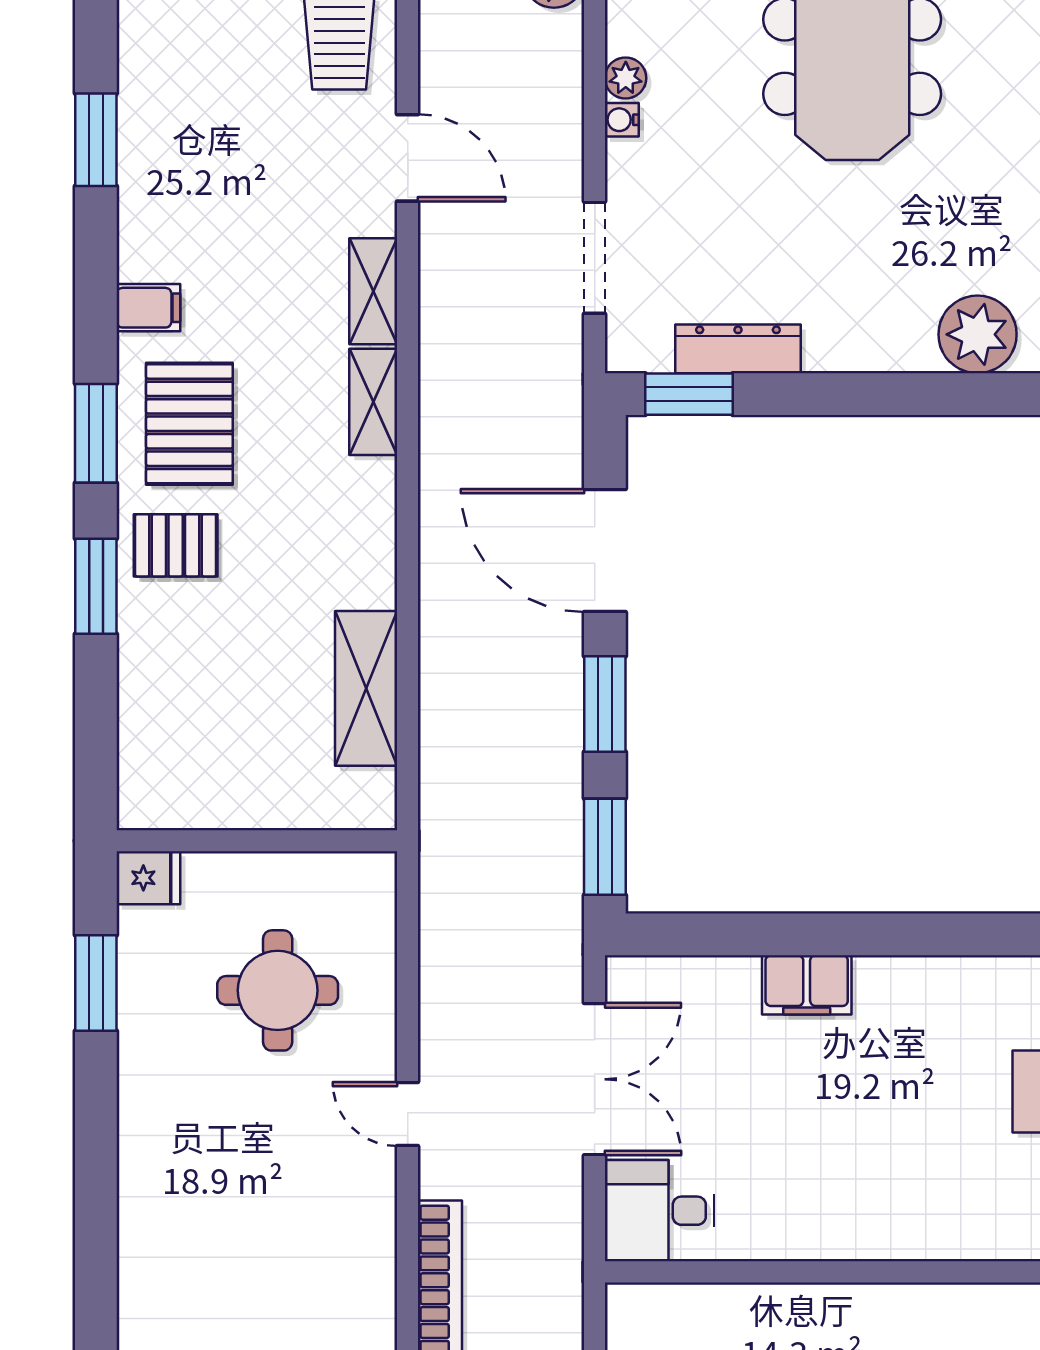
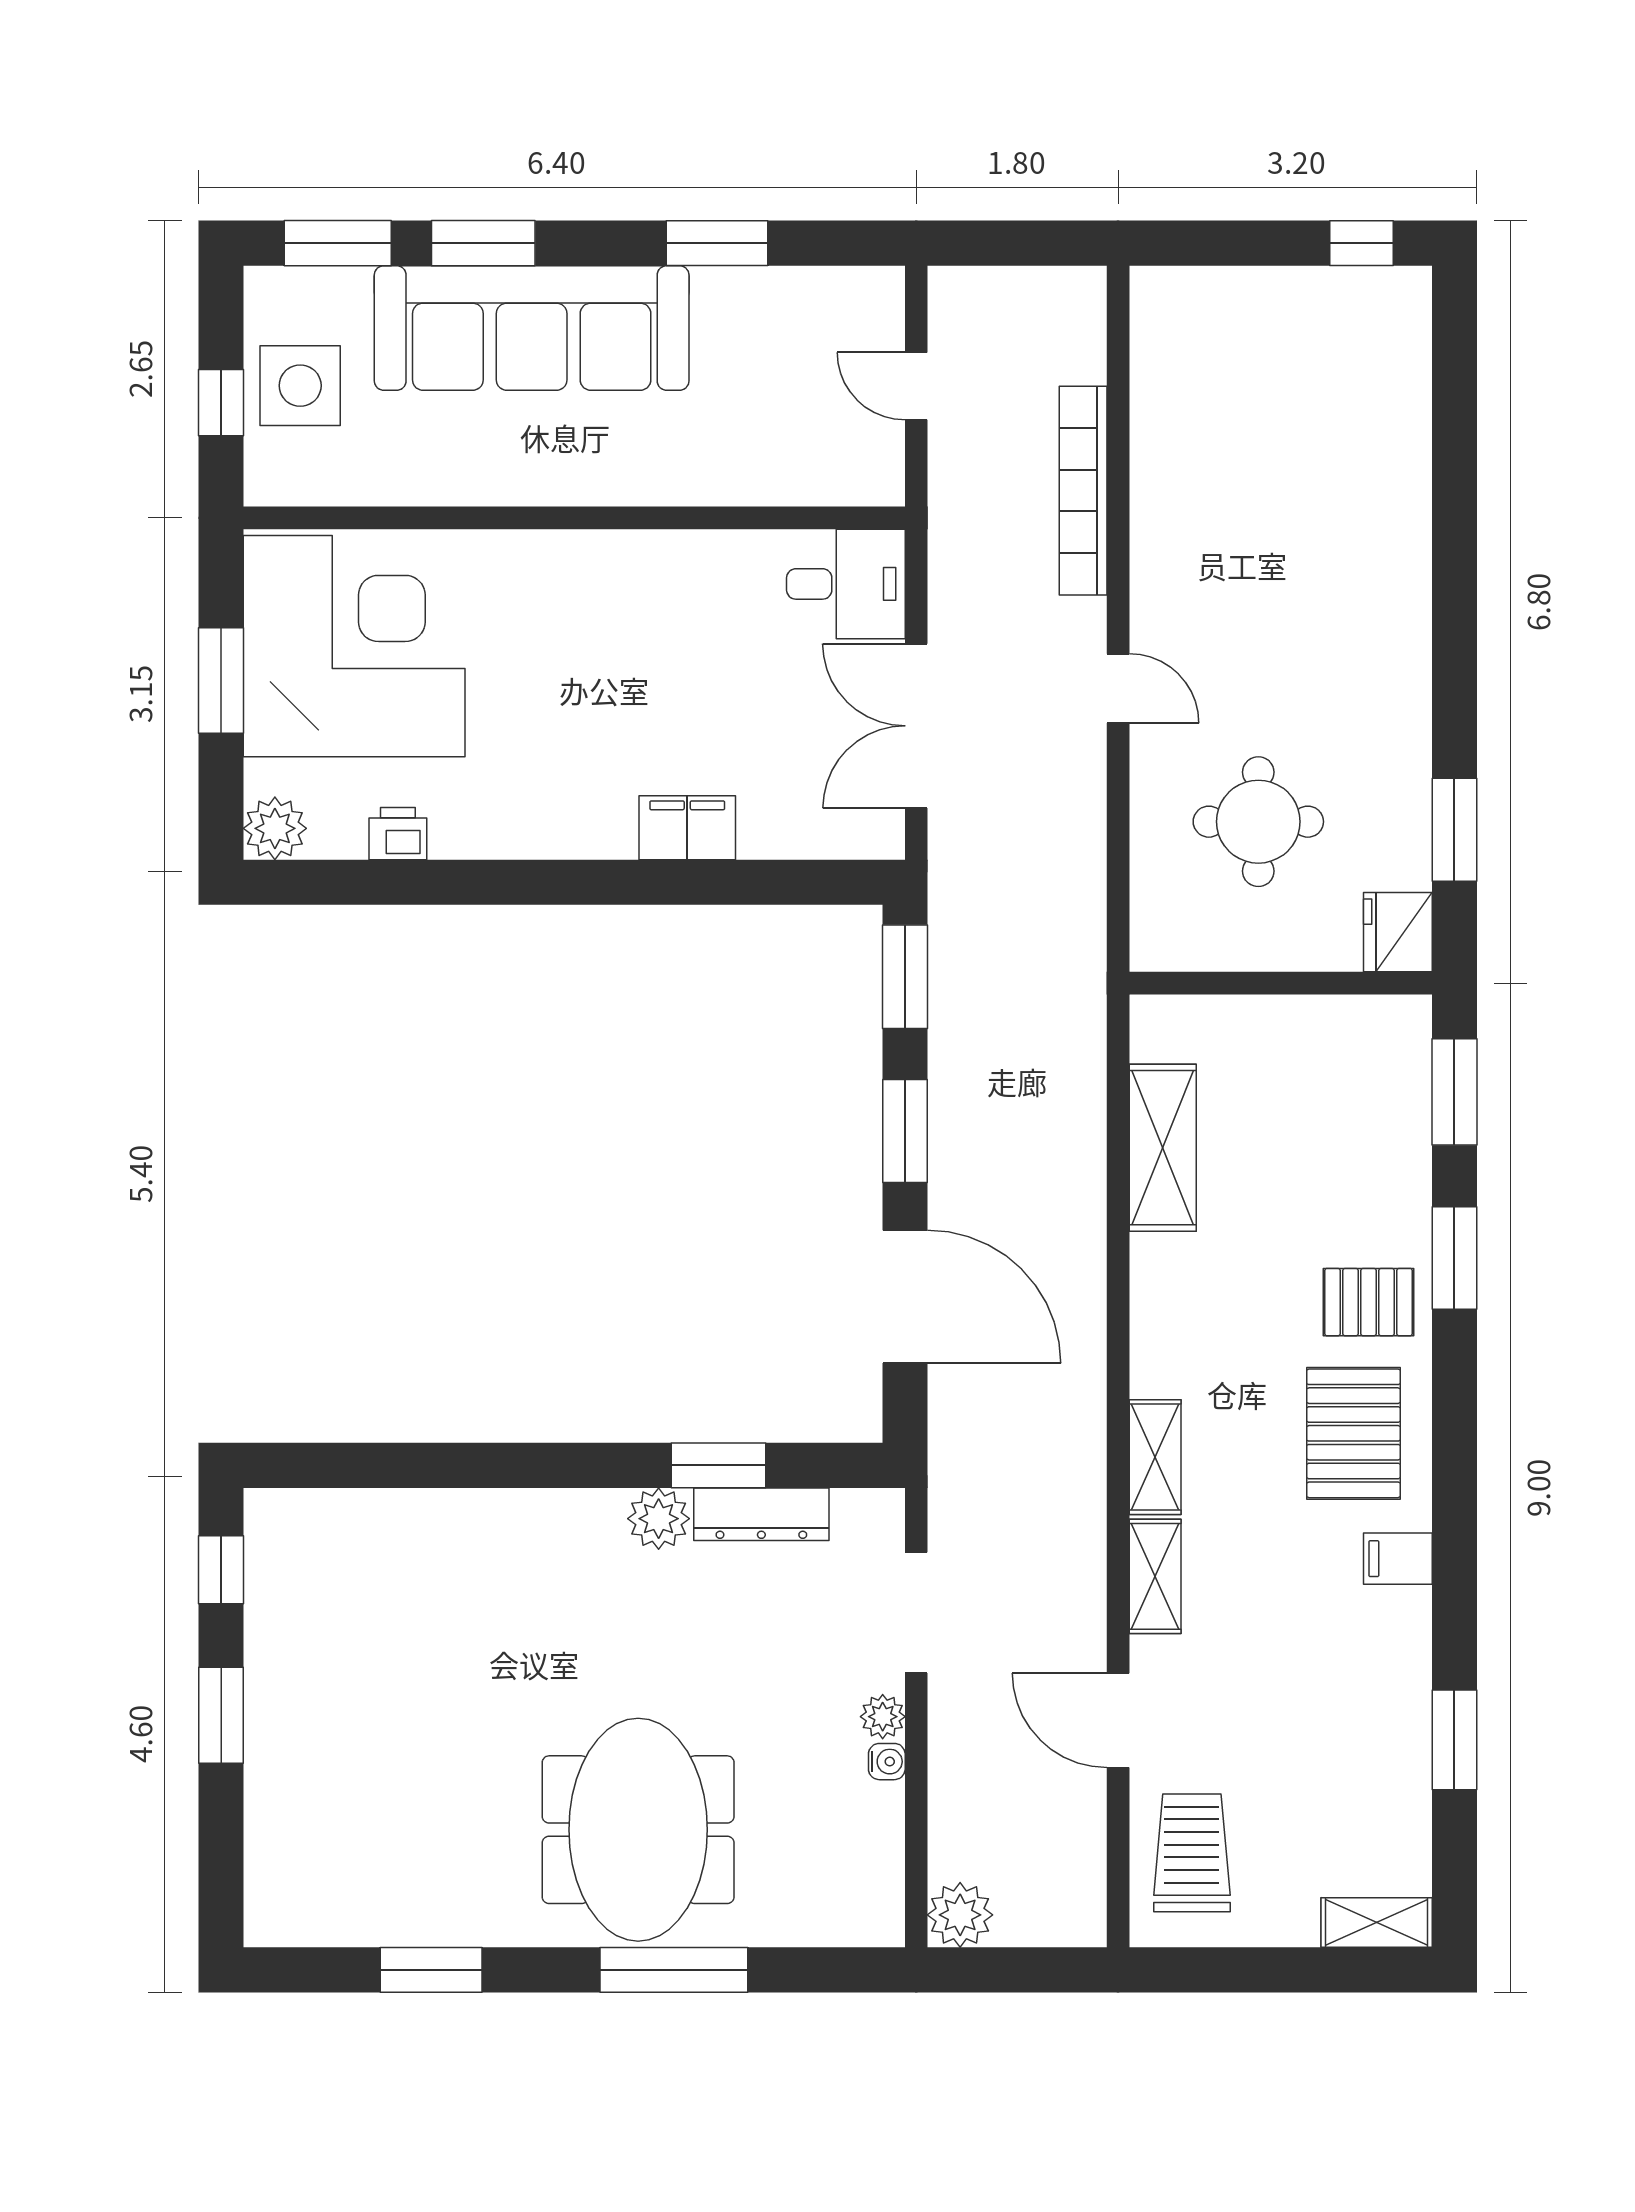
plant: (626, 78) -> (883, 1717), moved
plant: (978, 334) -> (659, 1519), moved, width x0.73, depth x0.73
window: (689, 394) -> (718, 1465), moved
window: (96, 433) -> (1454, 1092), moved
fridge: (148, 878) -> (1398, 932), width x1.38

